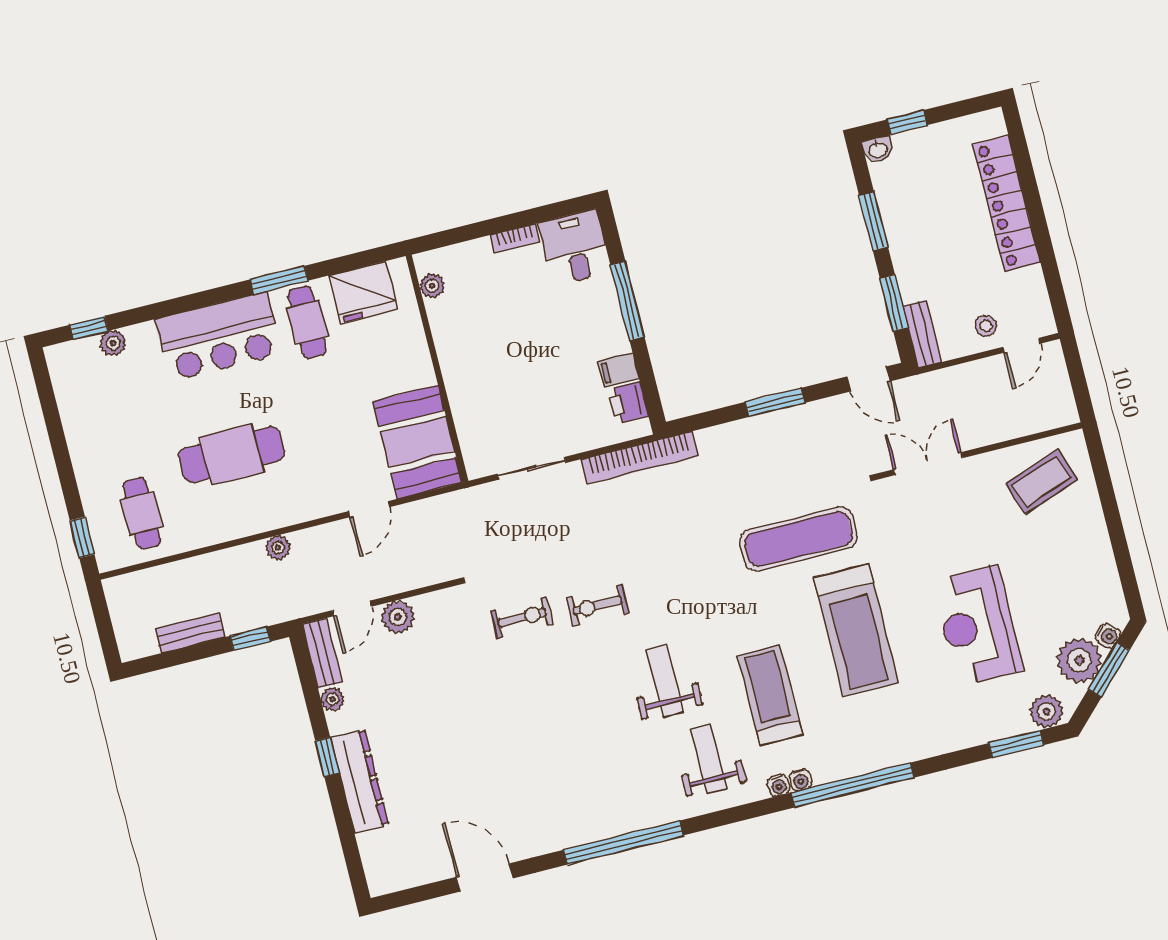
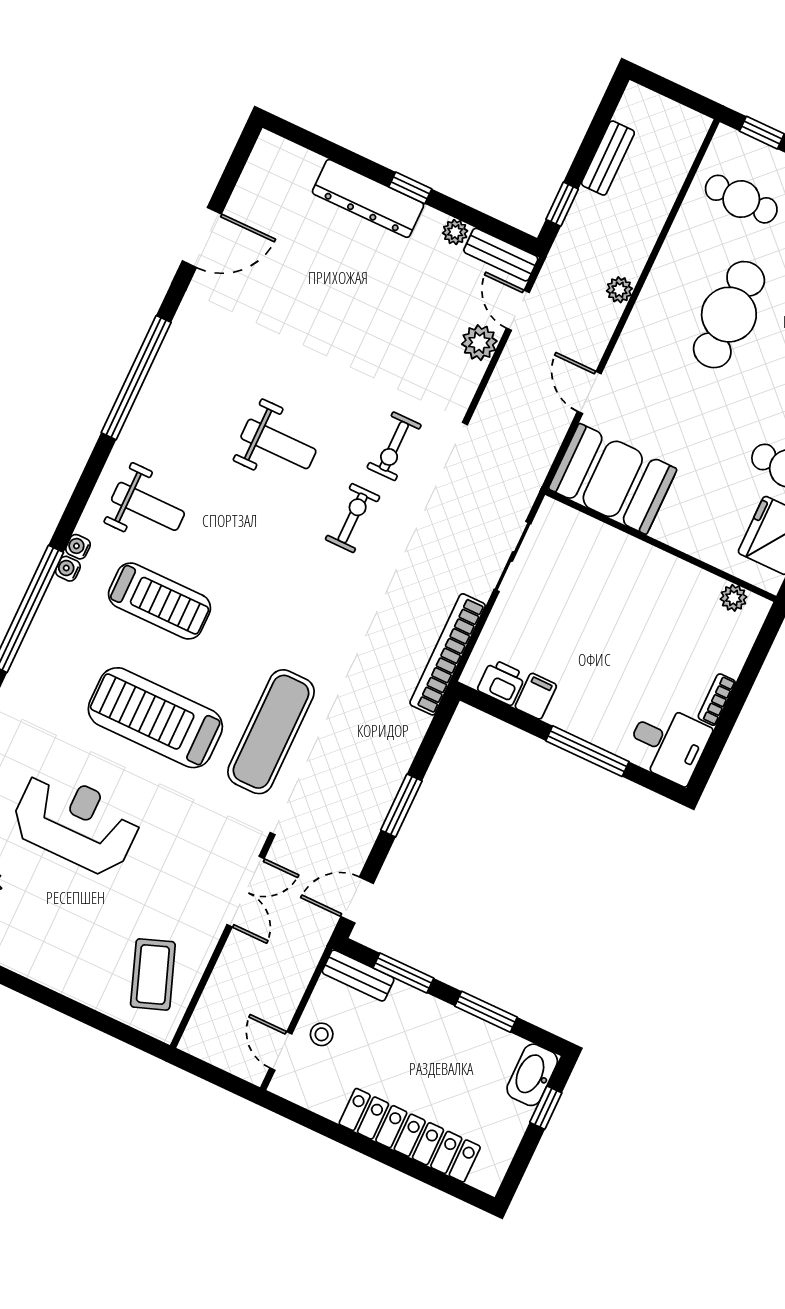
washbasin: (878, 149) -> (532, 1075), width x1.91, depth x1.45
weight bench: (665, 681) -> (278, 444), moved

